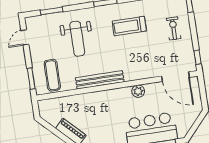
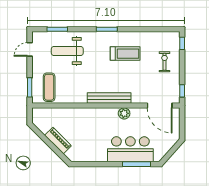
treadmill: (129, 26) -> (125, 54), turned 180
weight bench: (77, 39) -> (67, 51), moved, turned 90
bench: (100, 80) -> (109, 98), moved

